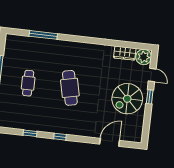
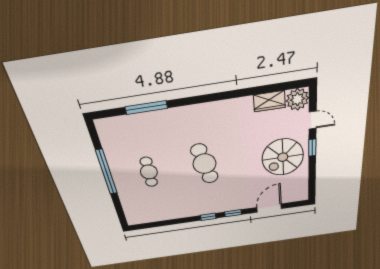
window: (30, 133) -> (233, 213), moved

